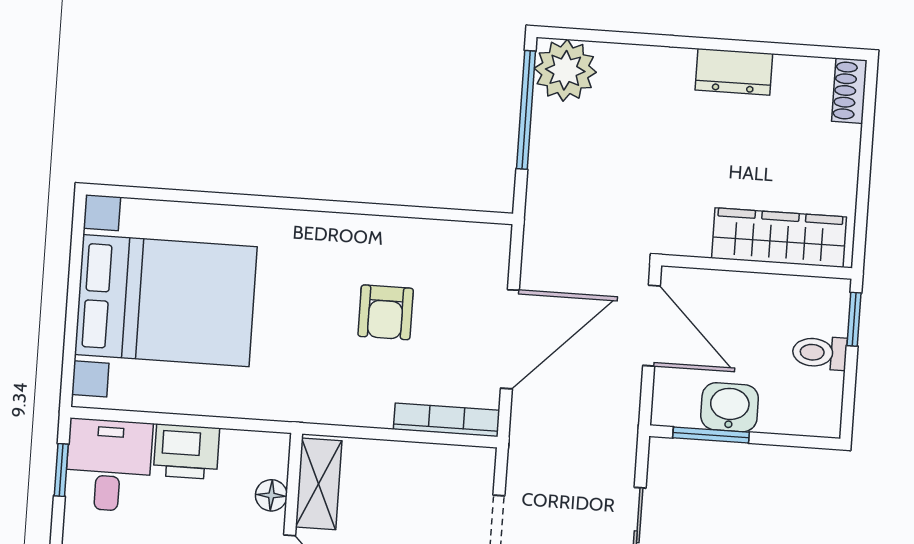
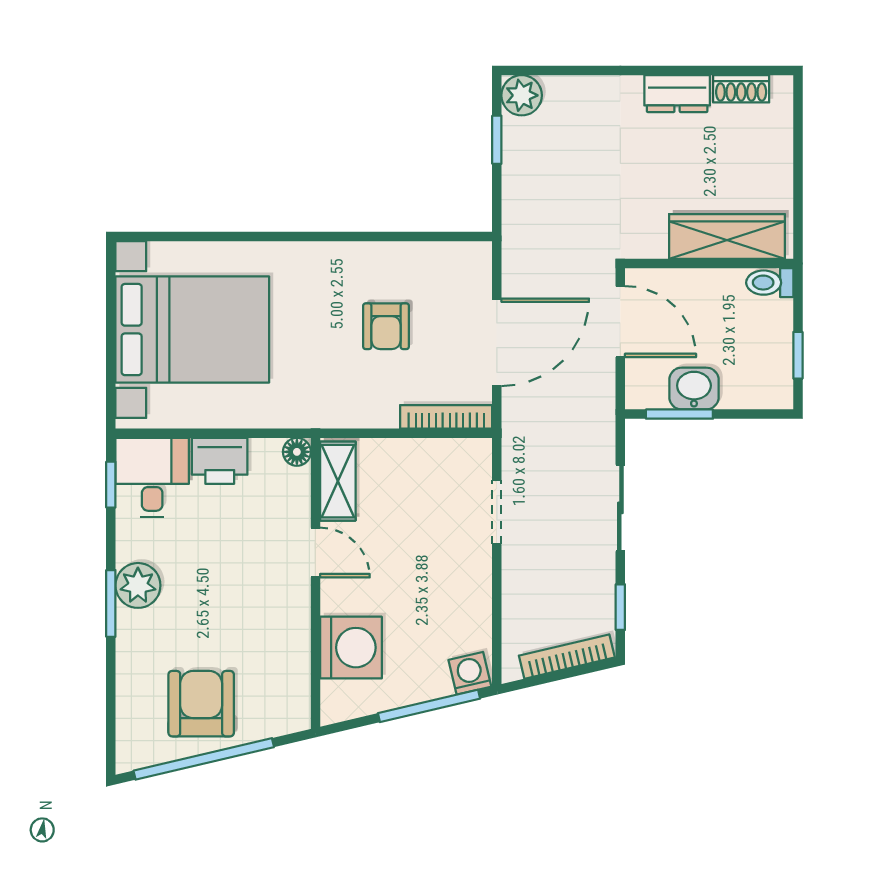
plant: (565, 70) -> (522, 95), width x0.73, depth x0.73
shoe rack: (849, 91) -> (741, 89), moved, turned -90
window: (526, 110) -> (497, 140), width x0.46
window: (854, 319) -> (798, 355), moved
toilet: (820, 353) -> (770, 283), moved
floor lamp: (271, 495) -> (297, 452), moved

